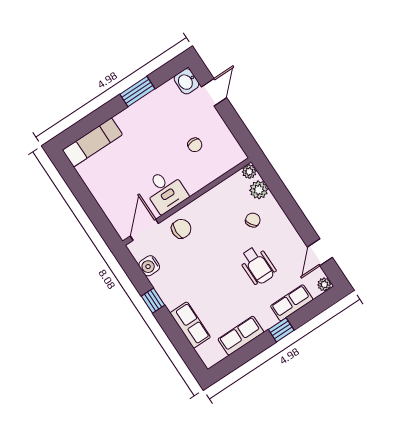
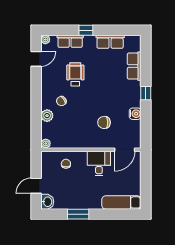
plant: (249, 172) -> (46, 144), moved
desk: (165, 191) -> (99, 163), moved
wall: (187, 202) -> (91, 150), moved
door: (144, 230) -> (125, 150), moved

